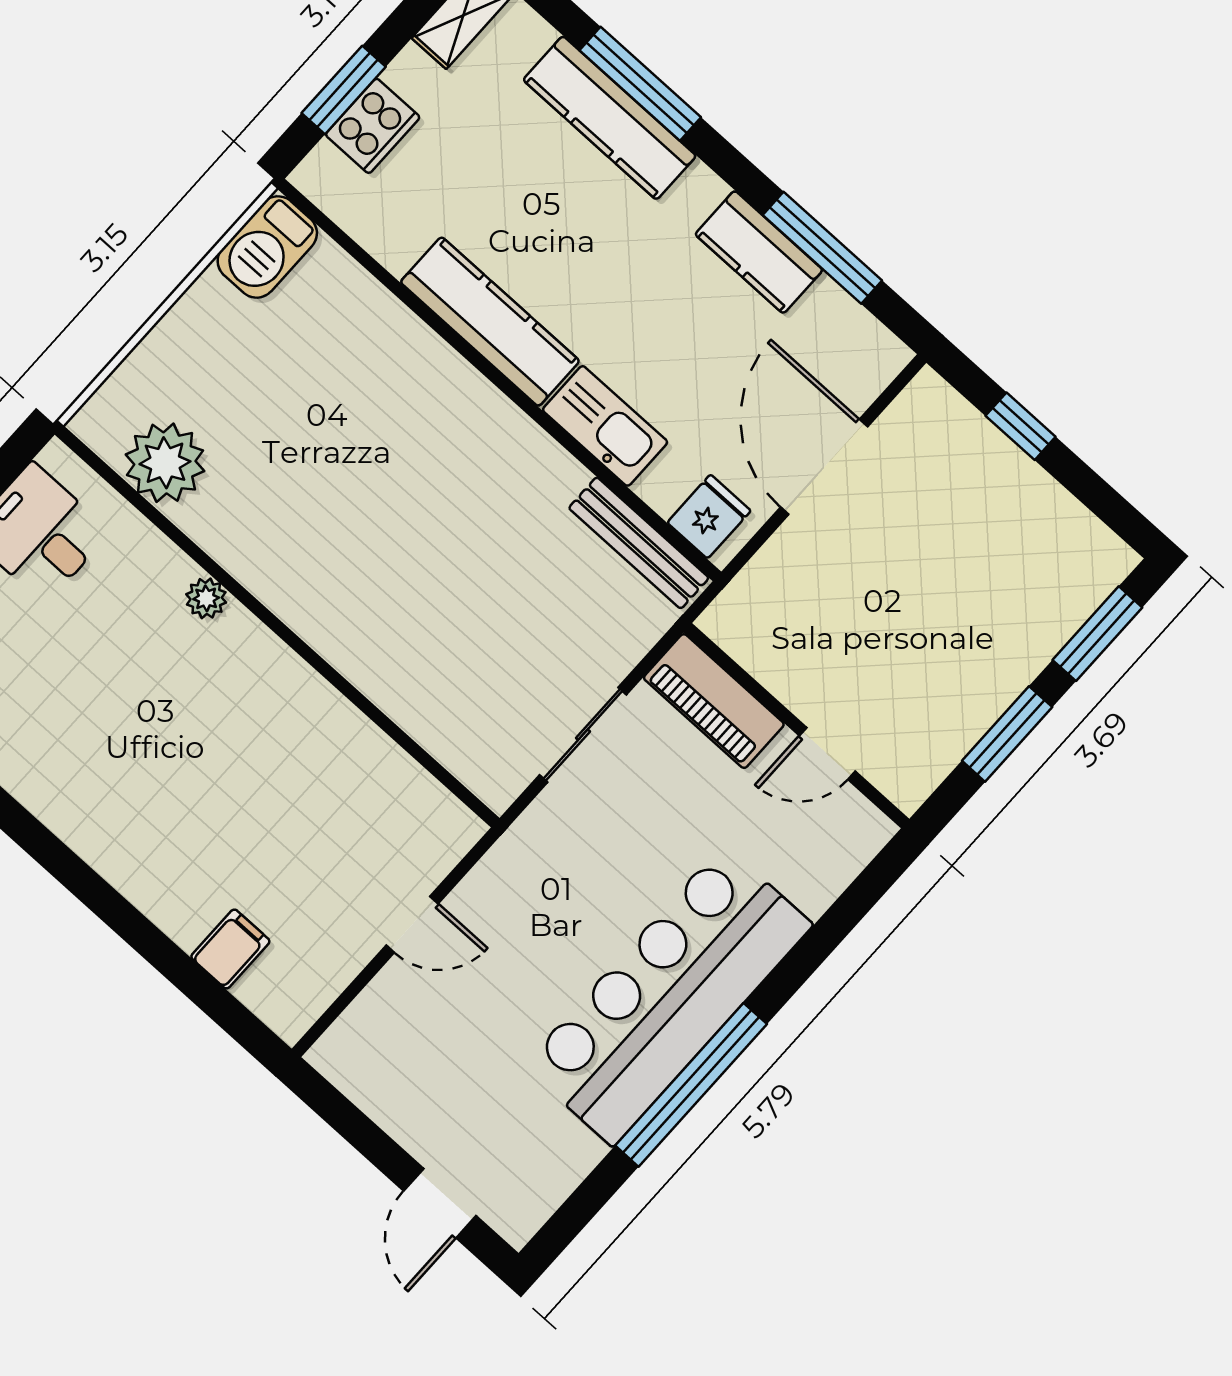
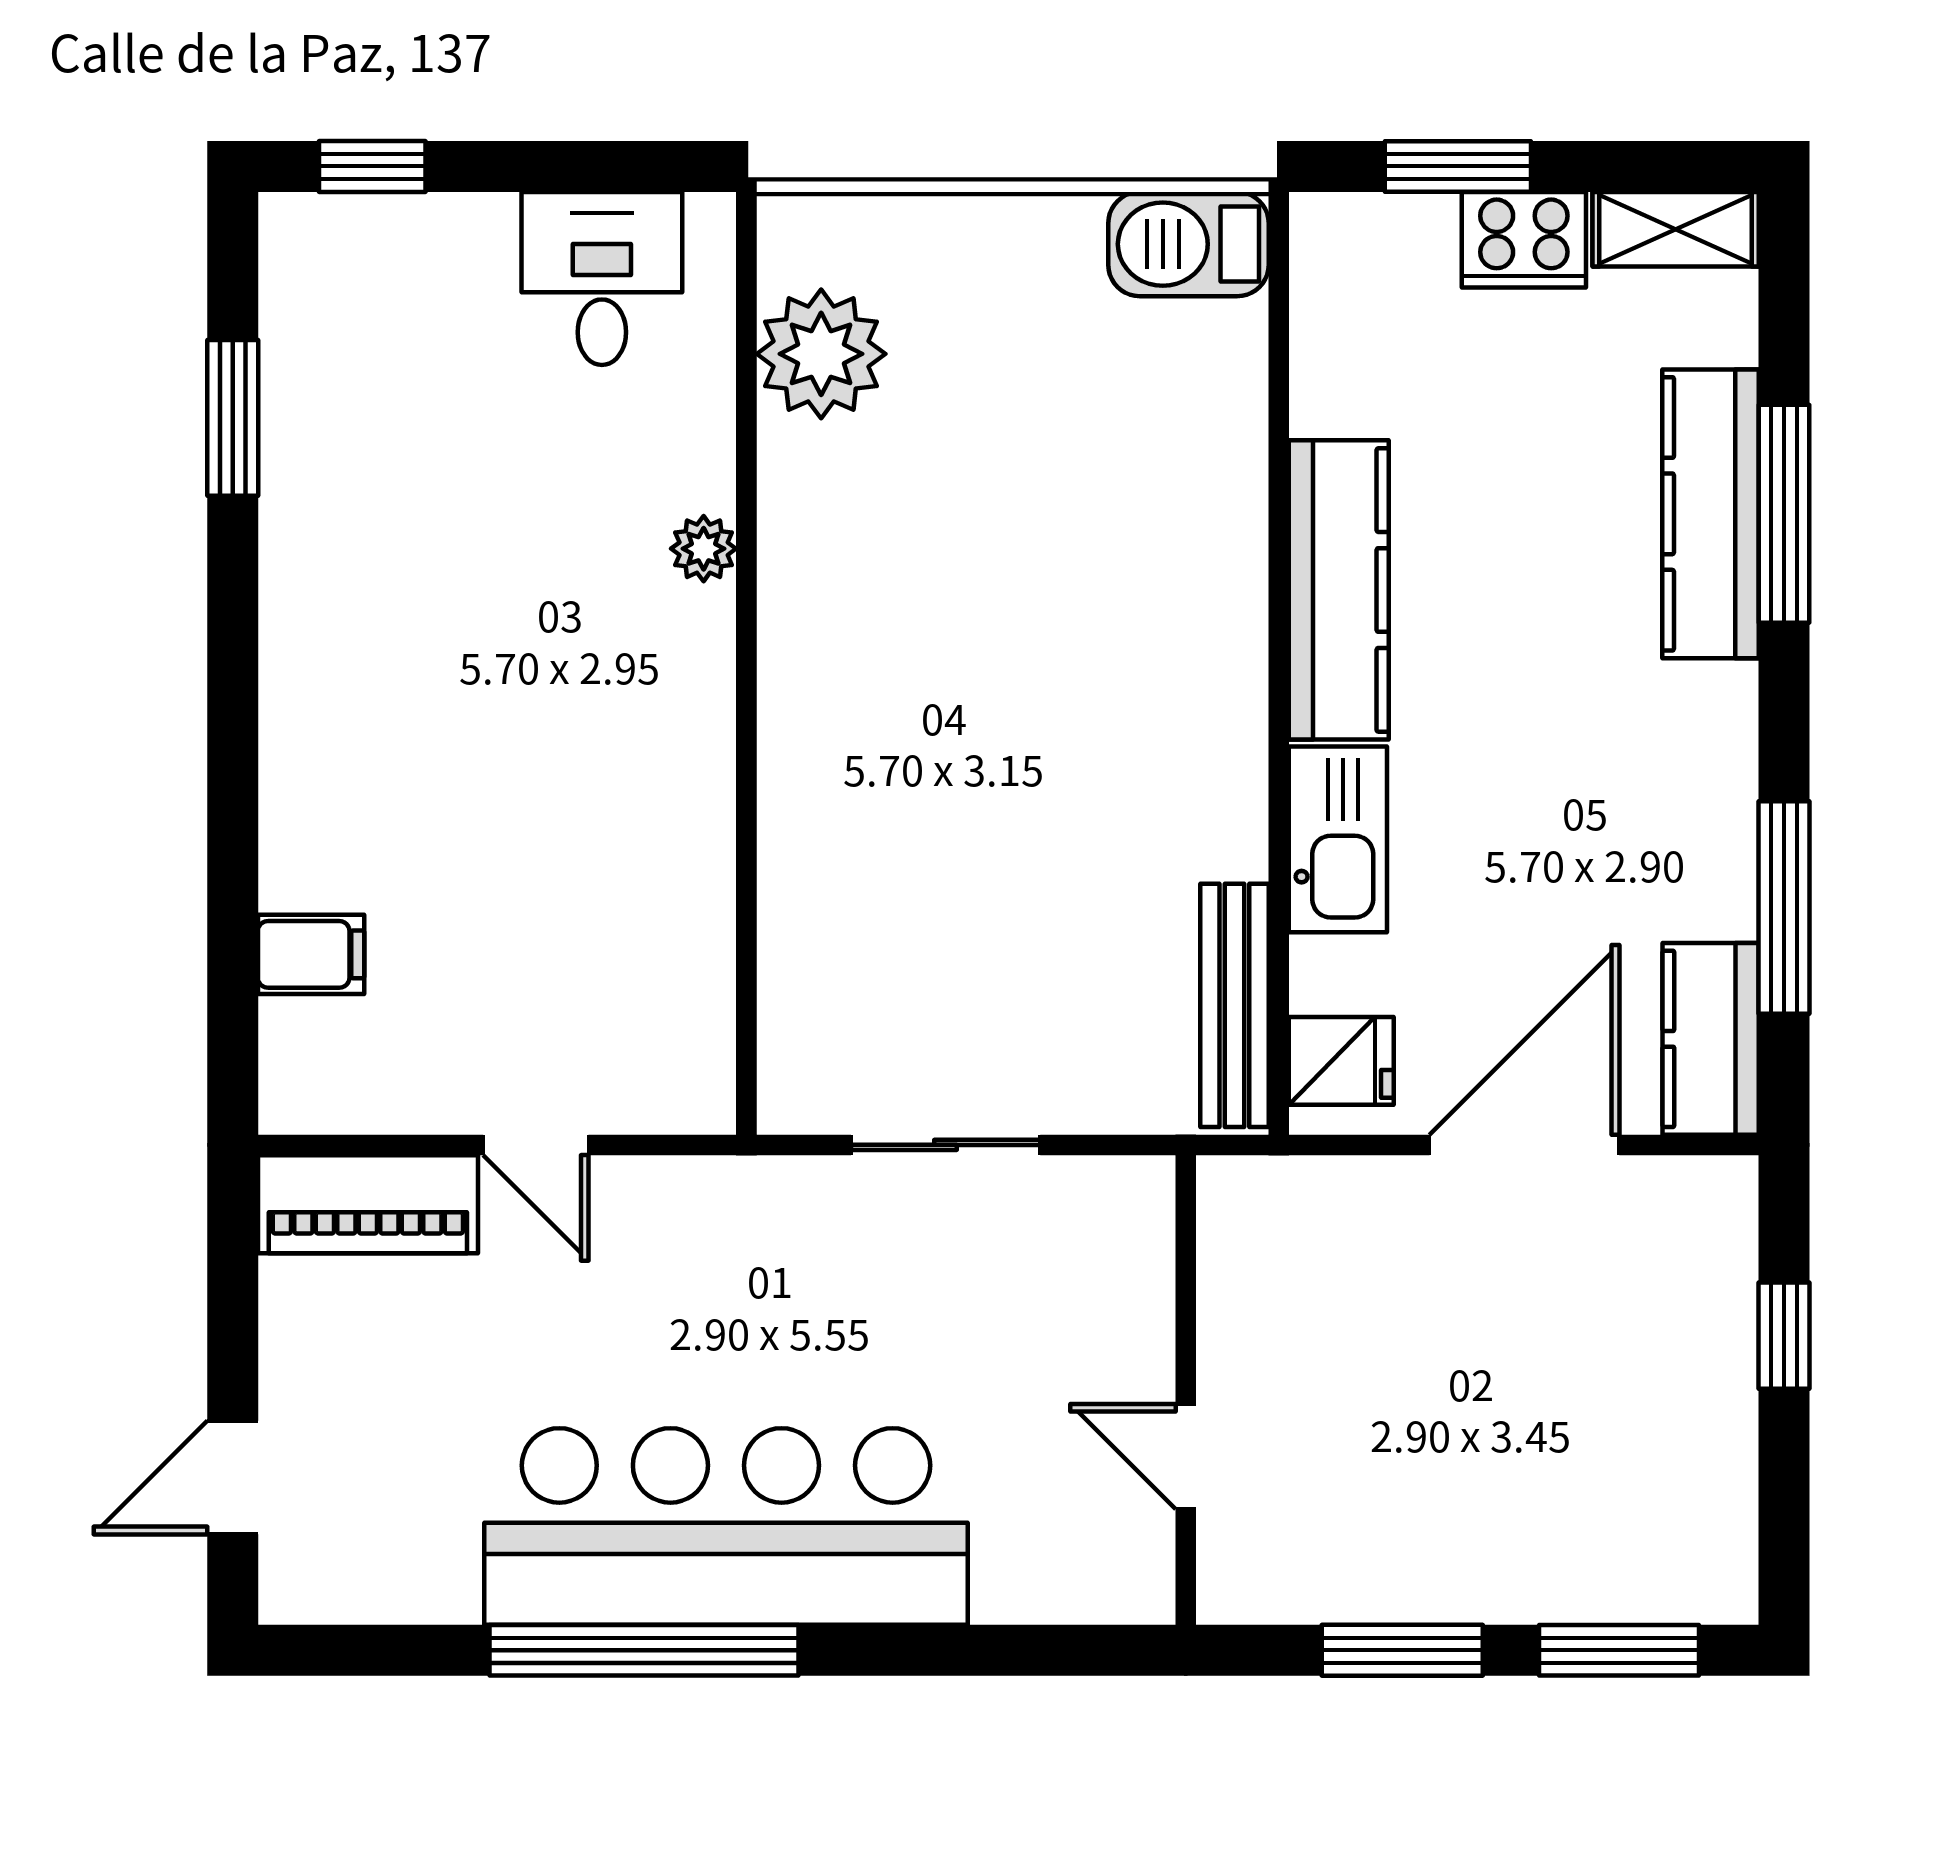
cooker: (373, 126) -> (1524, 240), moved
kitchen counter: (759, 252) -> (1711, 1039), moved
piano: (714, 701) -> (368, 1204), moved, turned -90

